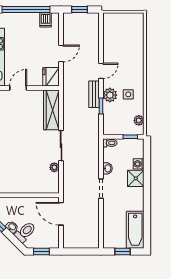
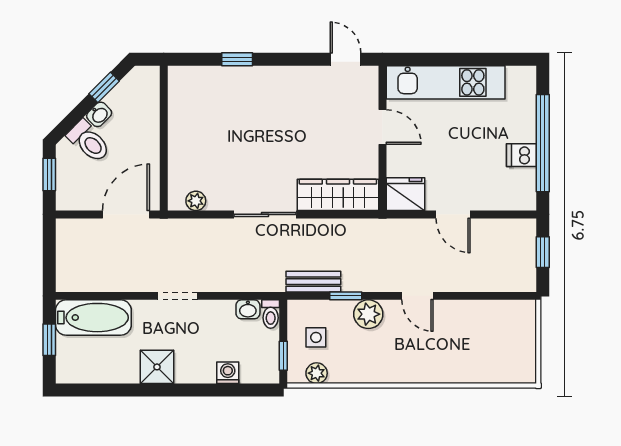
dishwasher: (46, 20) -> (521, 155), moved
bench: (94, 94) -> (313, 282), moved
side table: (128, 94) -> (316, 337), moved
plant: (54, 167) -> (196, 201), moved
washbasin: (107, 168) -> (248, 309), moved
shower: (136, 178) -> (157, 367), moved
bathtub: (135, 230) -> (93, 318), moved, turned 180

